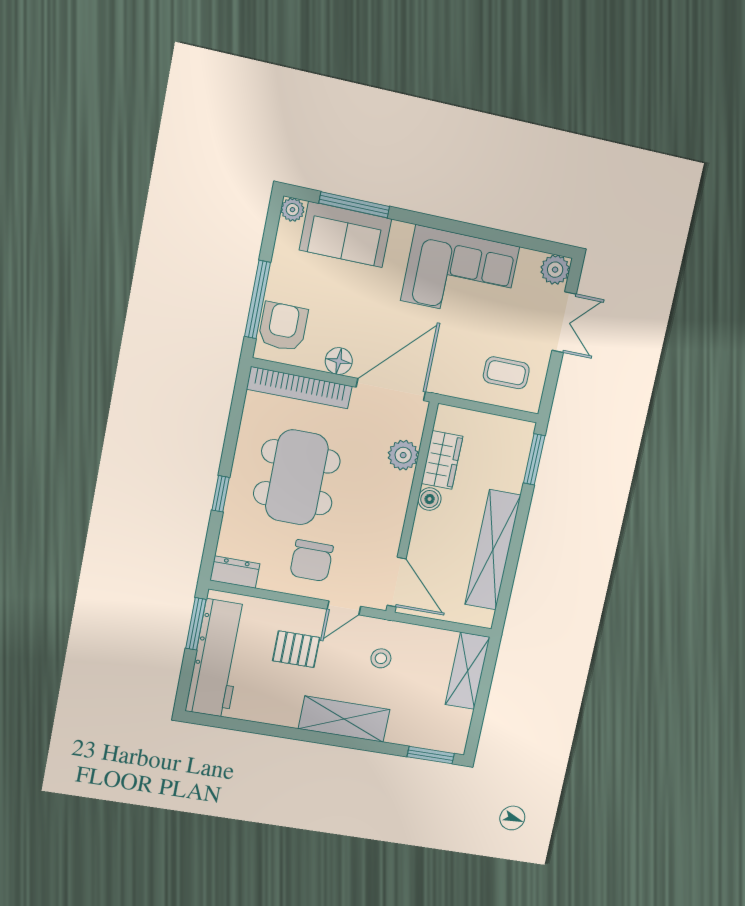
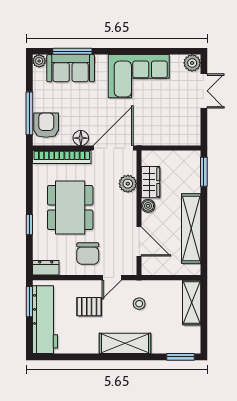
coffee table: (506, 373) -> (177, 126), removed
door: (397, 582) -> (139, 241), moved

